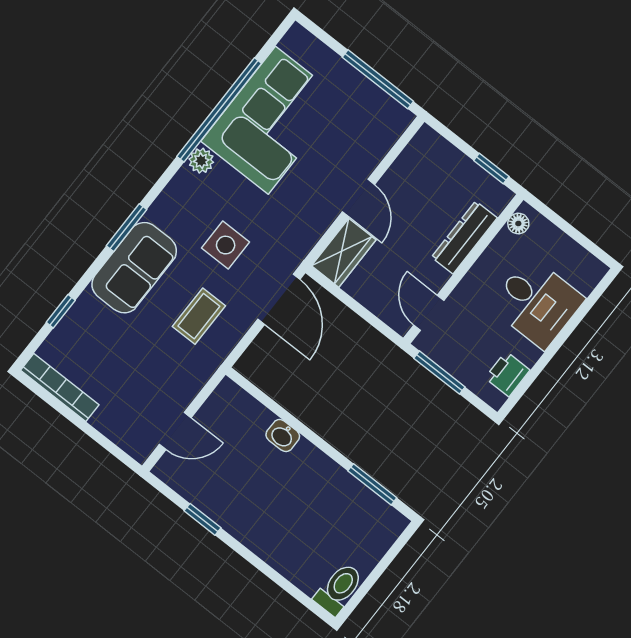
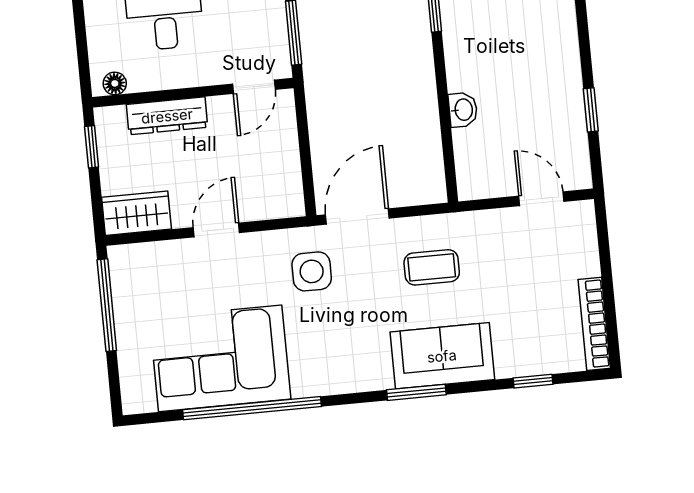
plant: (201, 161) -> (306, 384), removed
side table: (226, 245) -> (312, 271), moved
wardrobe: (344, 253) -> (137, 213), moved

